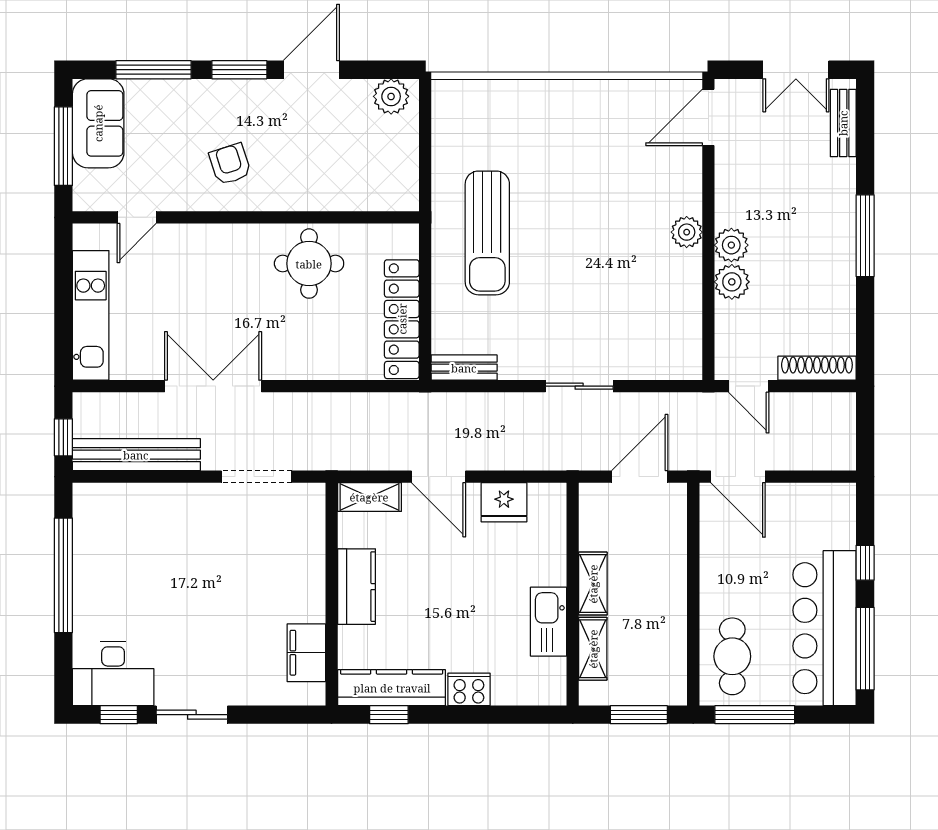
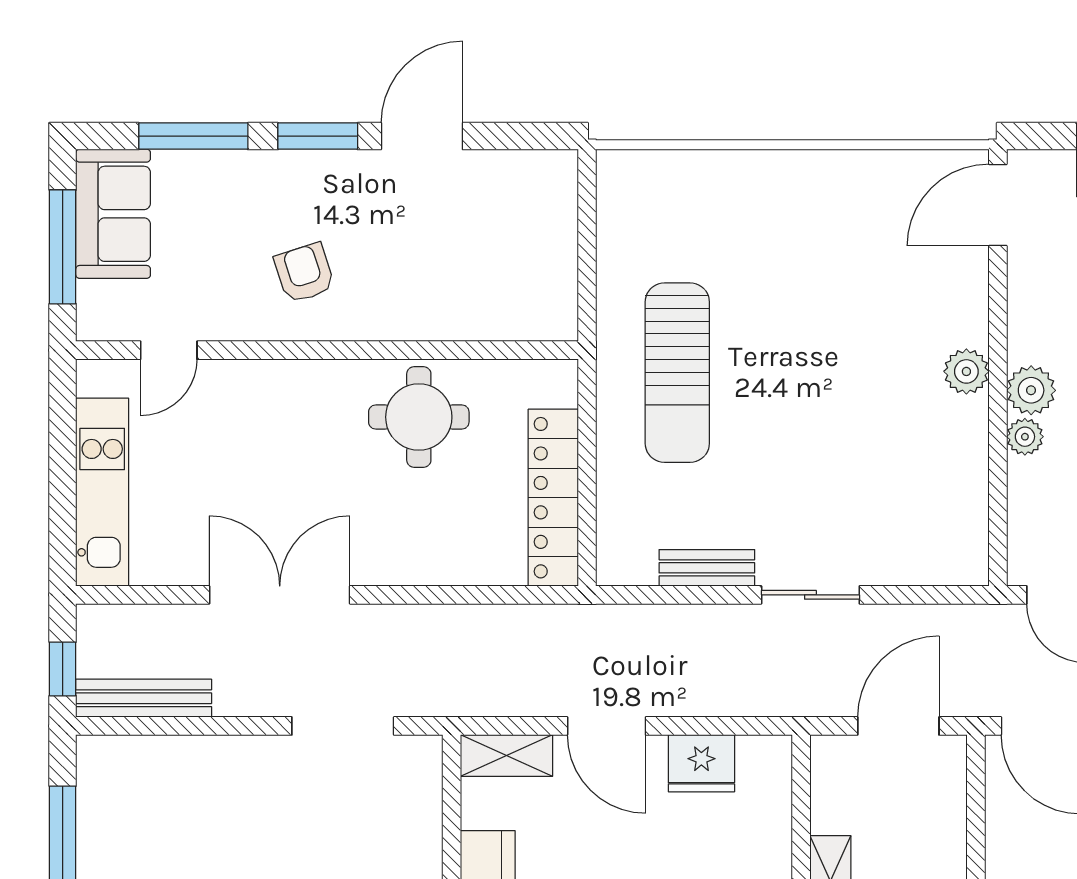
plant: (391, 96) -> (538, 175), removed
plant: (732, 282) -> (1025, 437), width x0.73, depth x0.73
bench: (464, 368) -> (707, 568), moved
bench: (136, 455) -> (144, 698), width x0.73, depth x0.82

